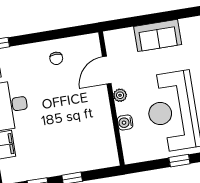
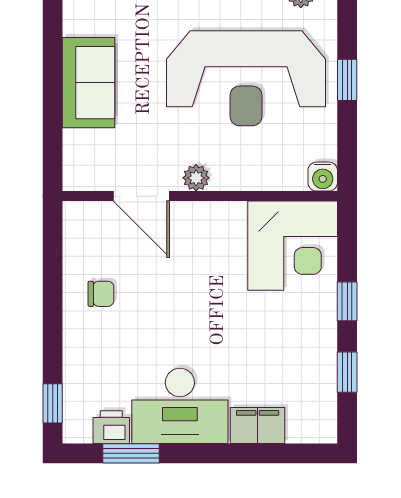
water cooler: (125, 122) -> (323, 177), moved
corner desk: (95, 147) -> (293, 246), added

